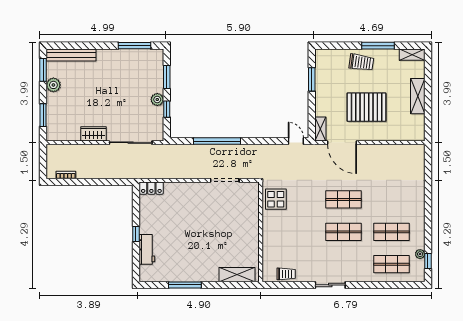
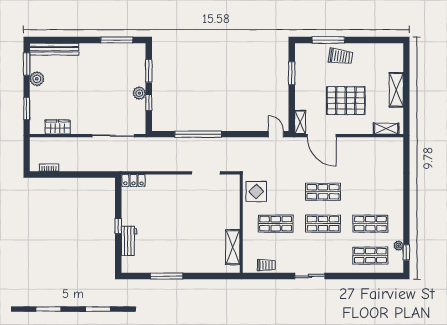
window: (378, 46) -> (328, 40), moved
shelving: (412, 55) -> (386, 129), moved
wardrobe: (93, 134) -> (58, 127), moved
shop shelf: (295, 232) -> (276, 224), added
shelving: (237, 275) -> (233, 247), moved, turned 90

